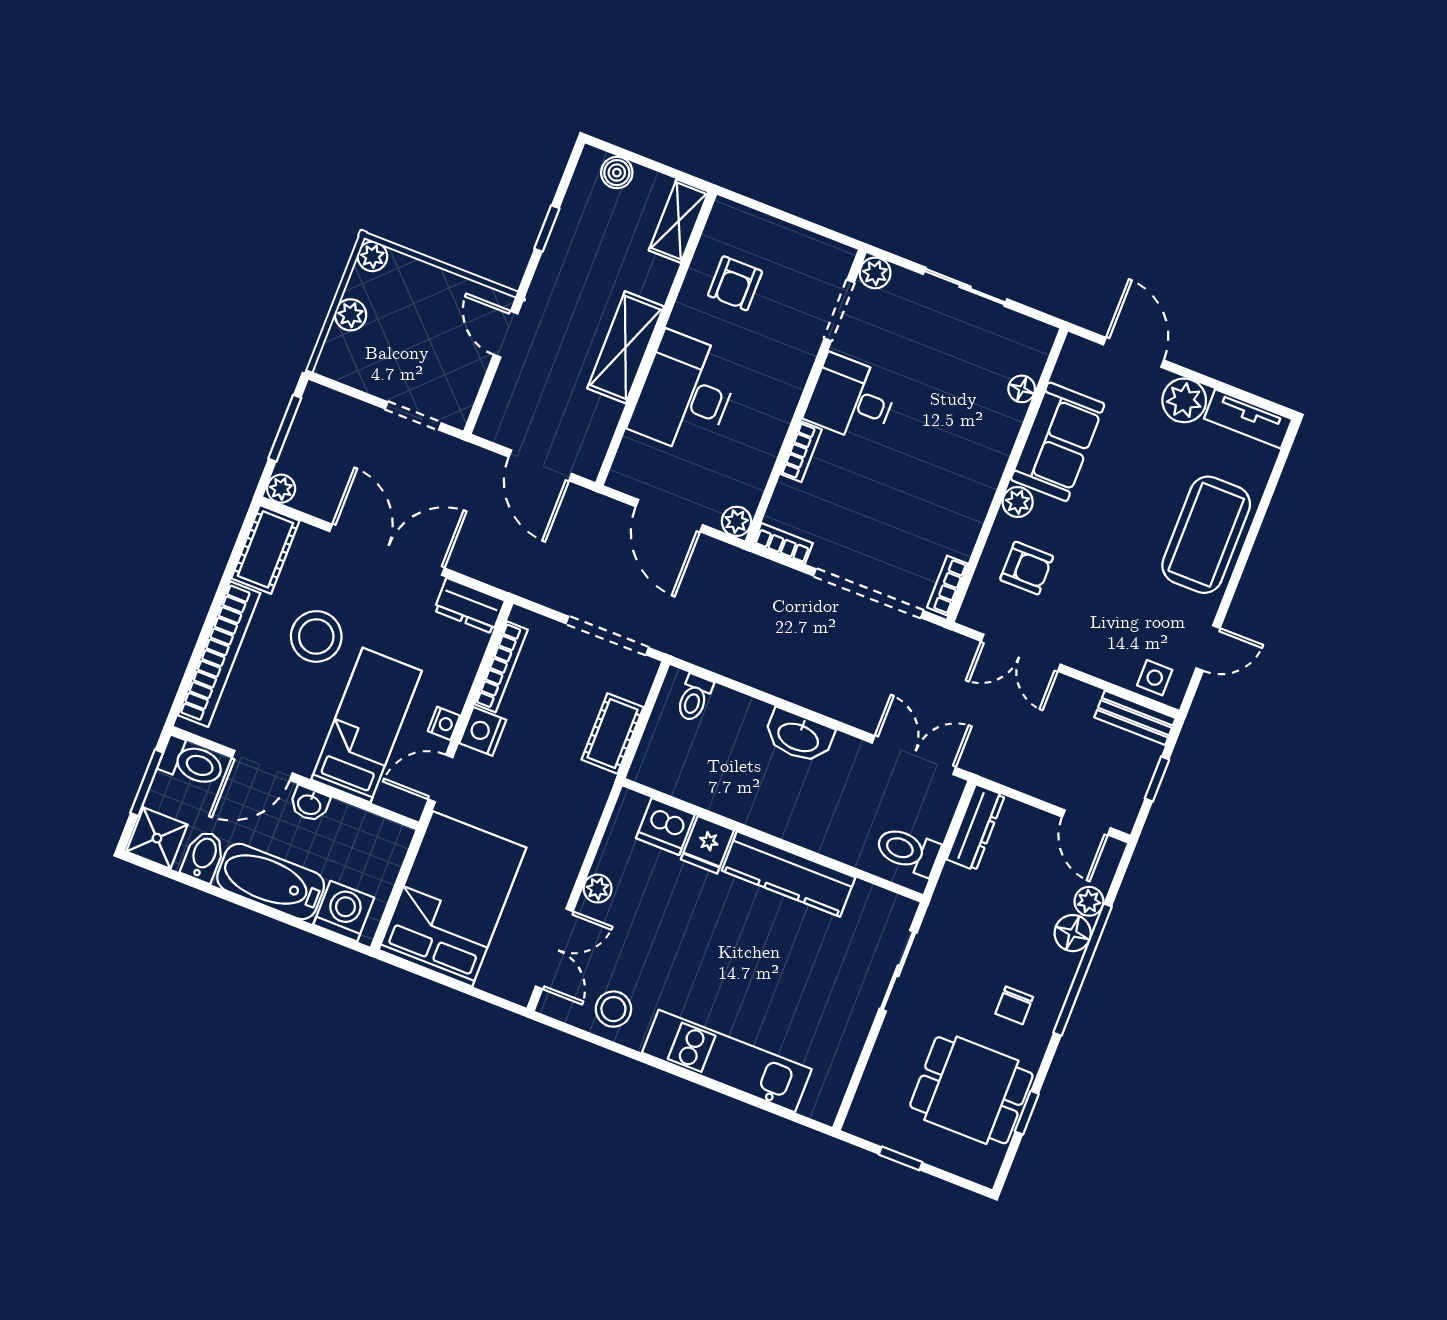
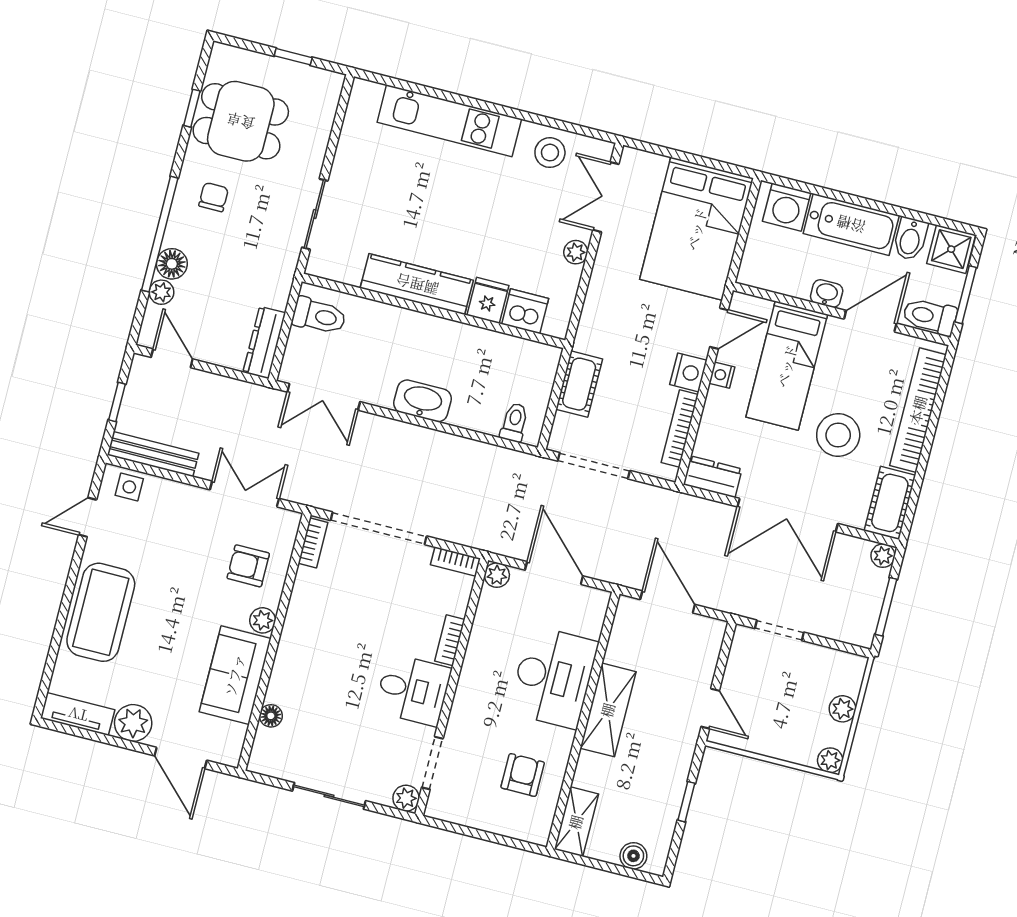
bench: (1135, 718) -> (153, 454), width x1.36

